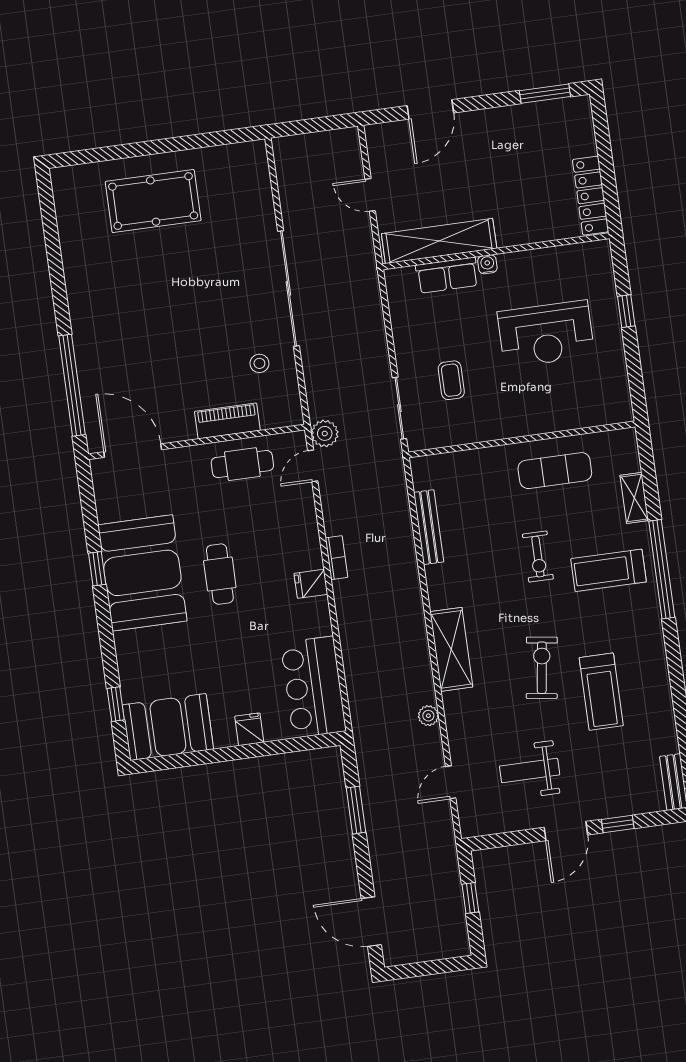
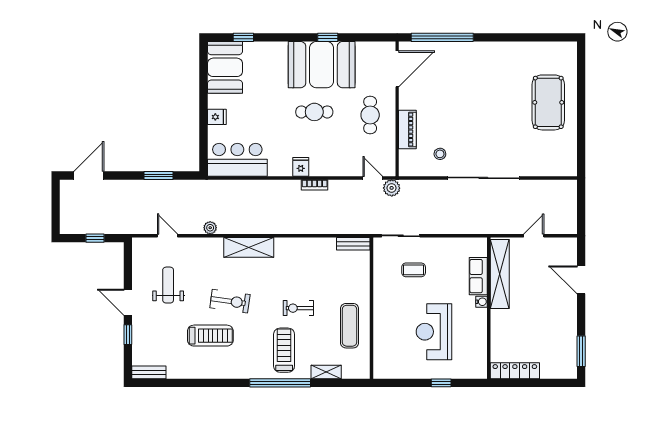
cafe table: (242, 464) -> (370, 115), moved
bench: (429, 527) -> (353, 244), moved, width x0.73
treadmill: (601, 692) -> (210, 336), turned 180

